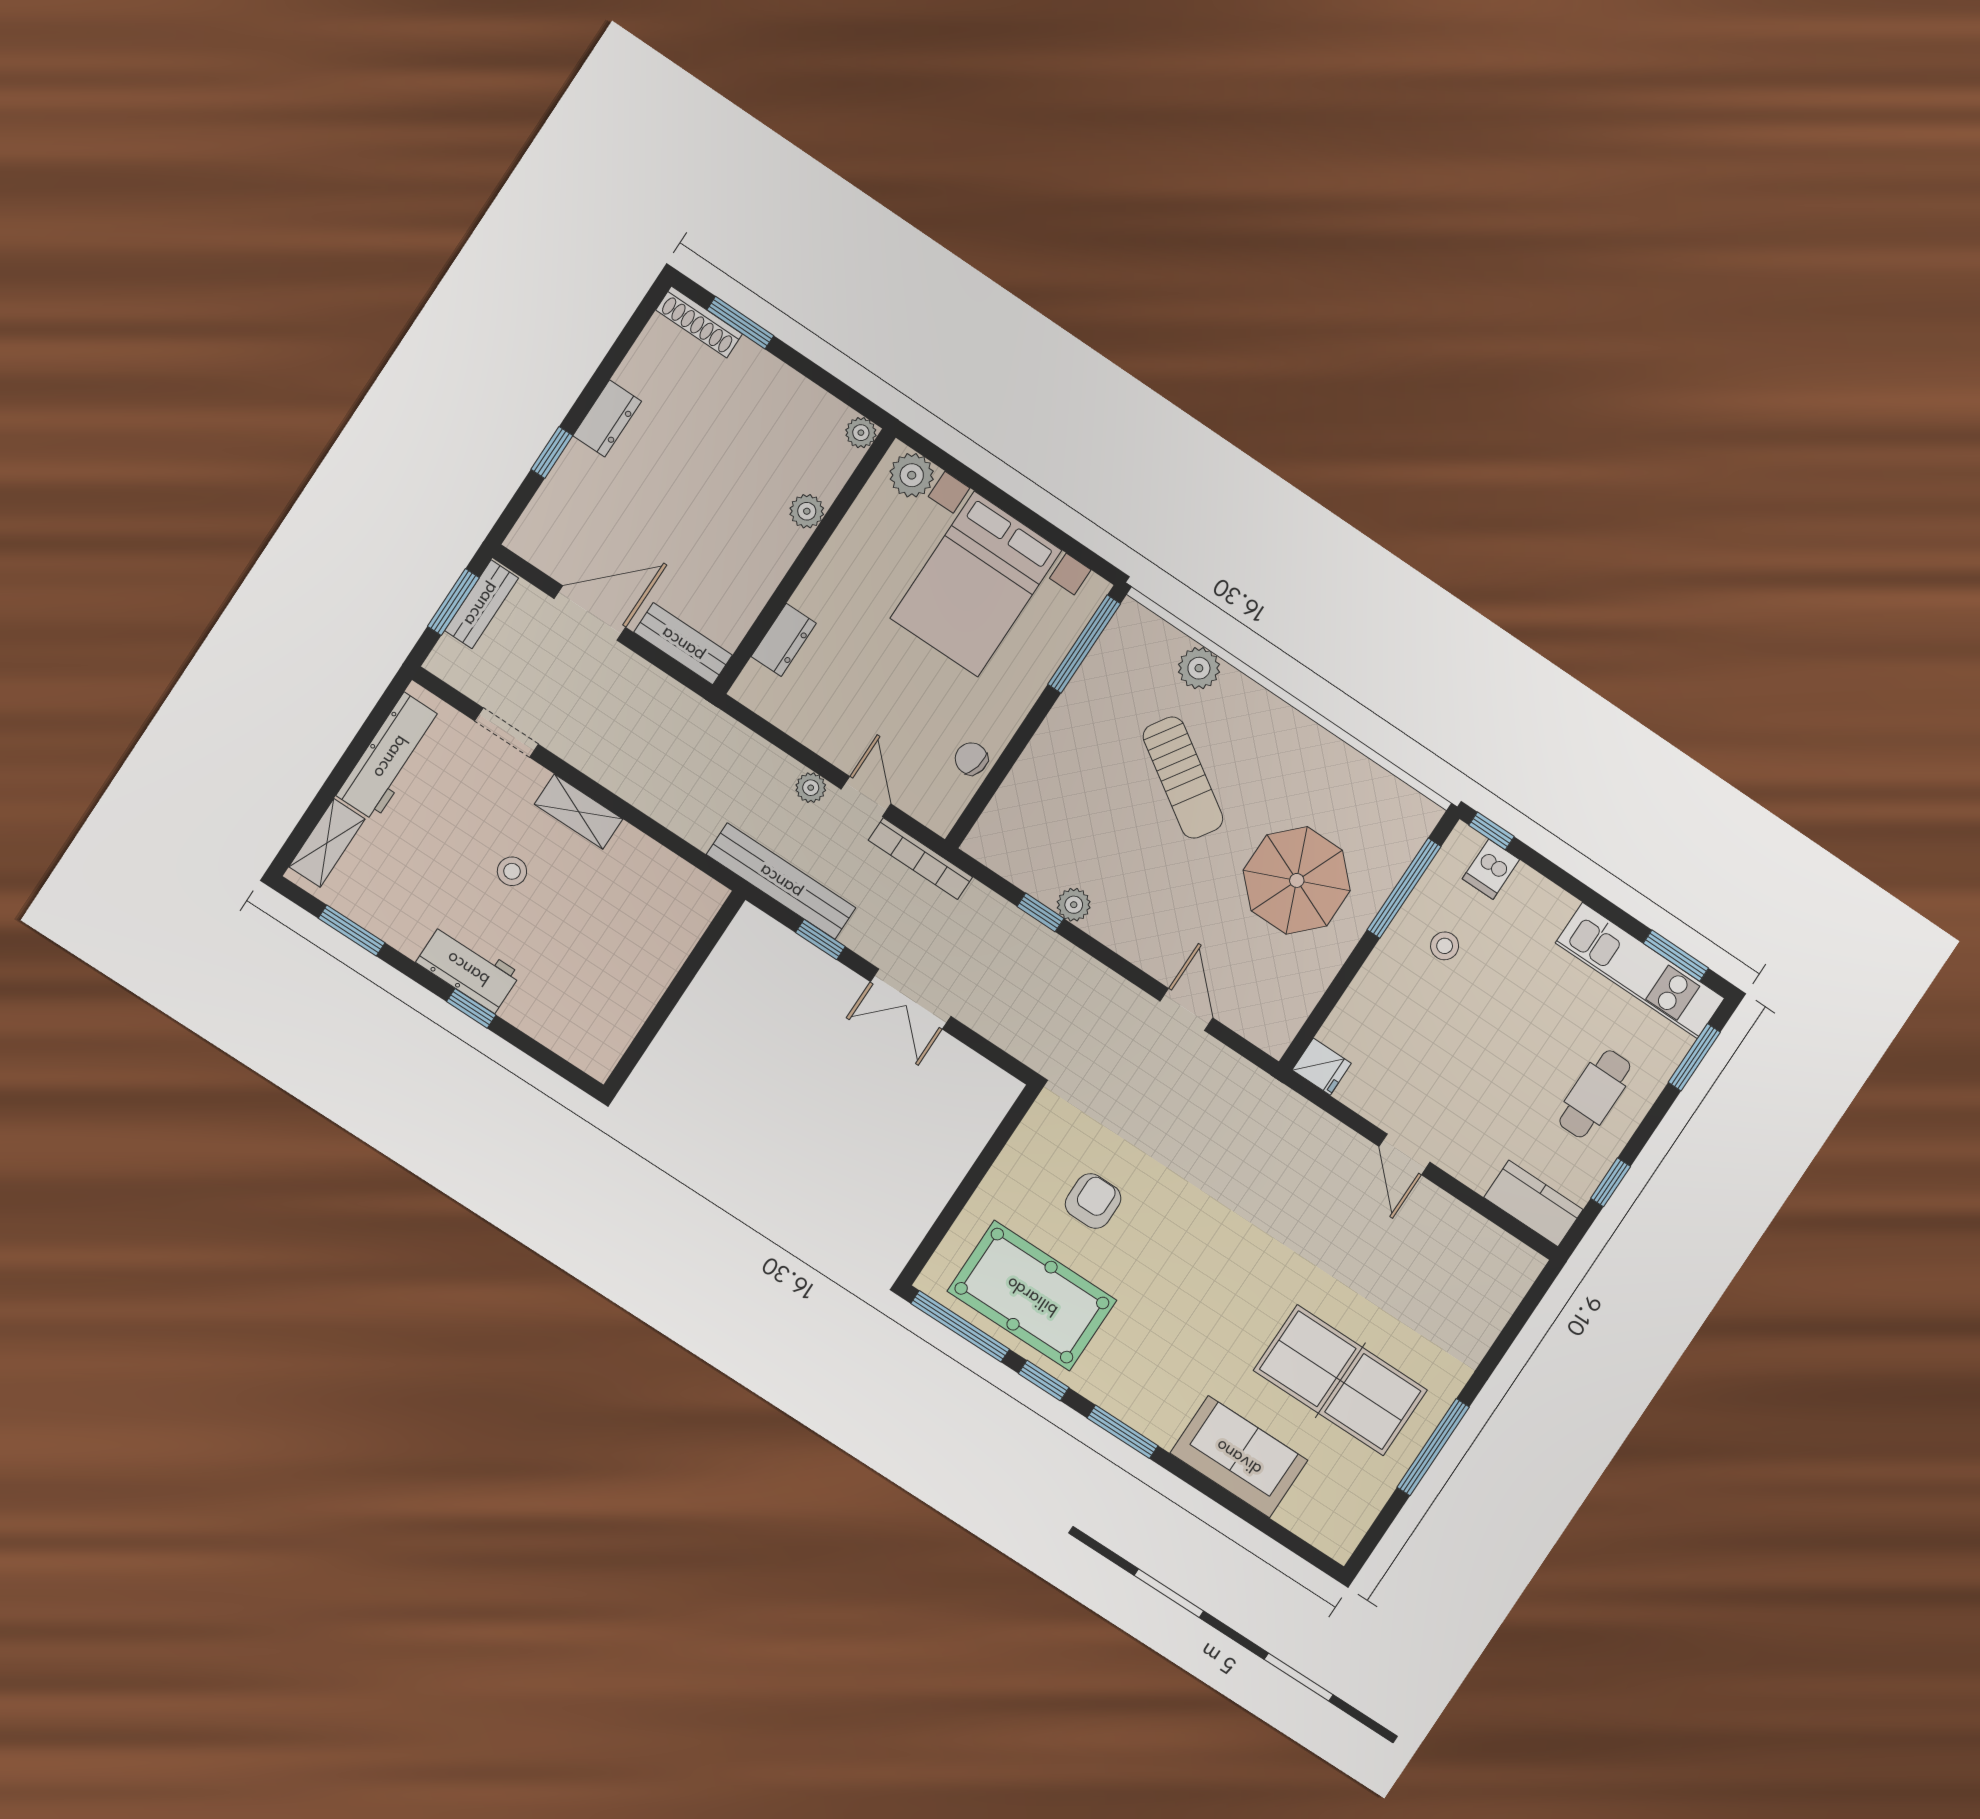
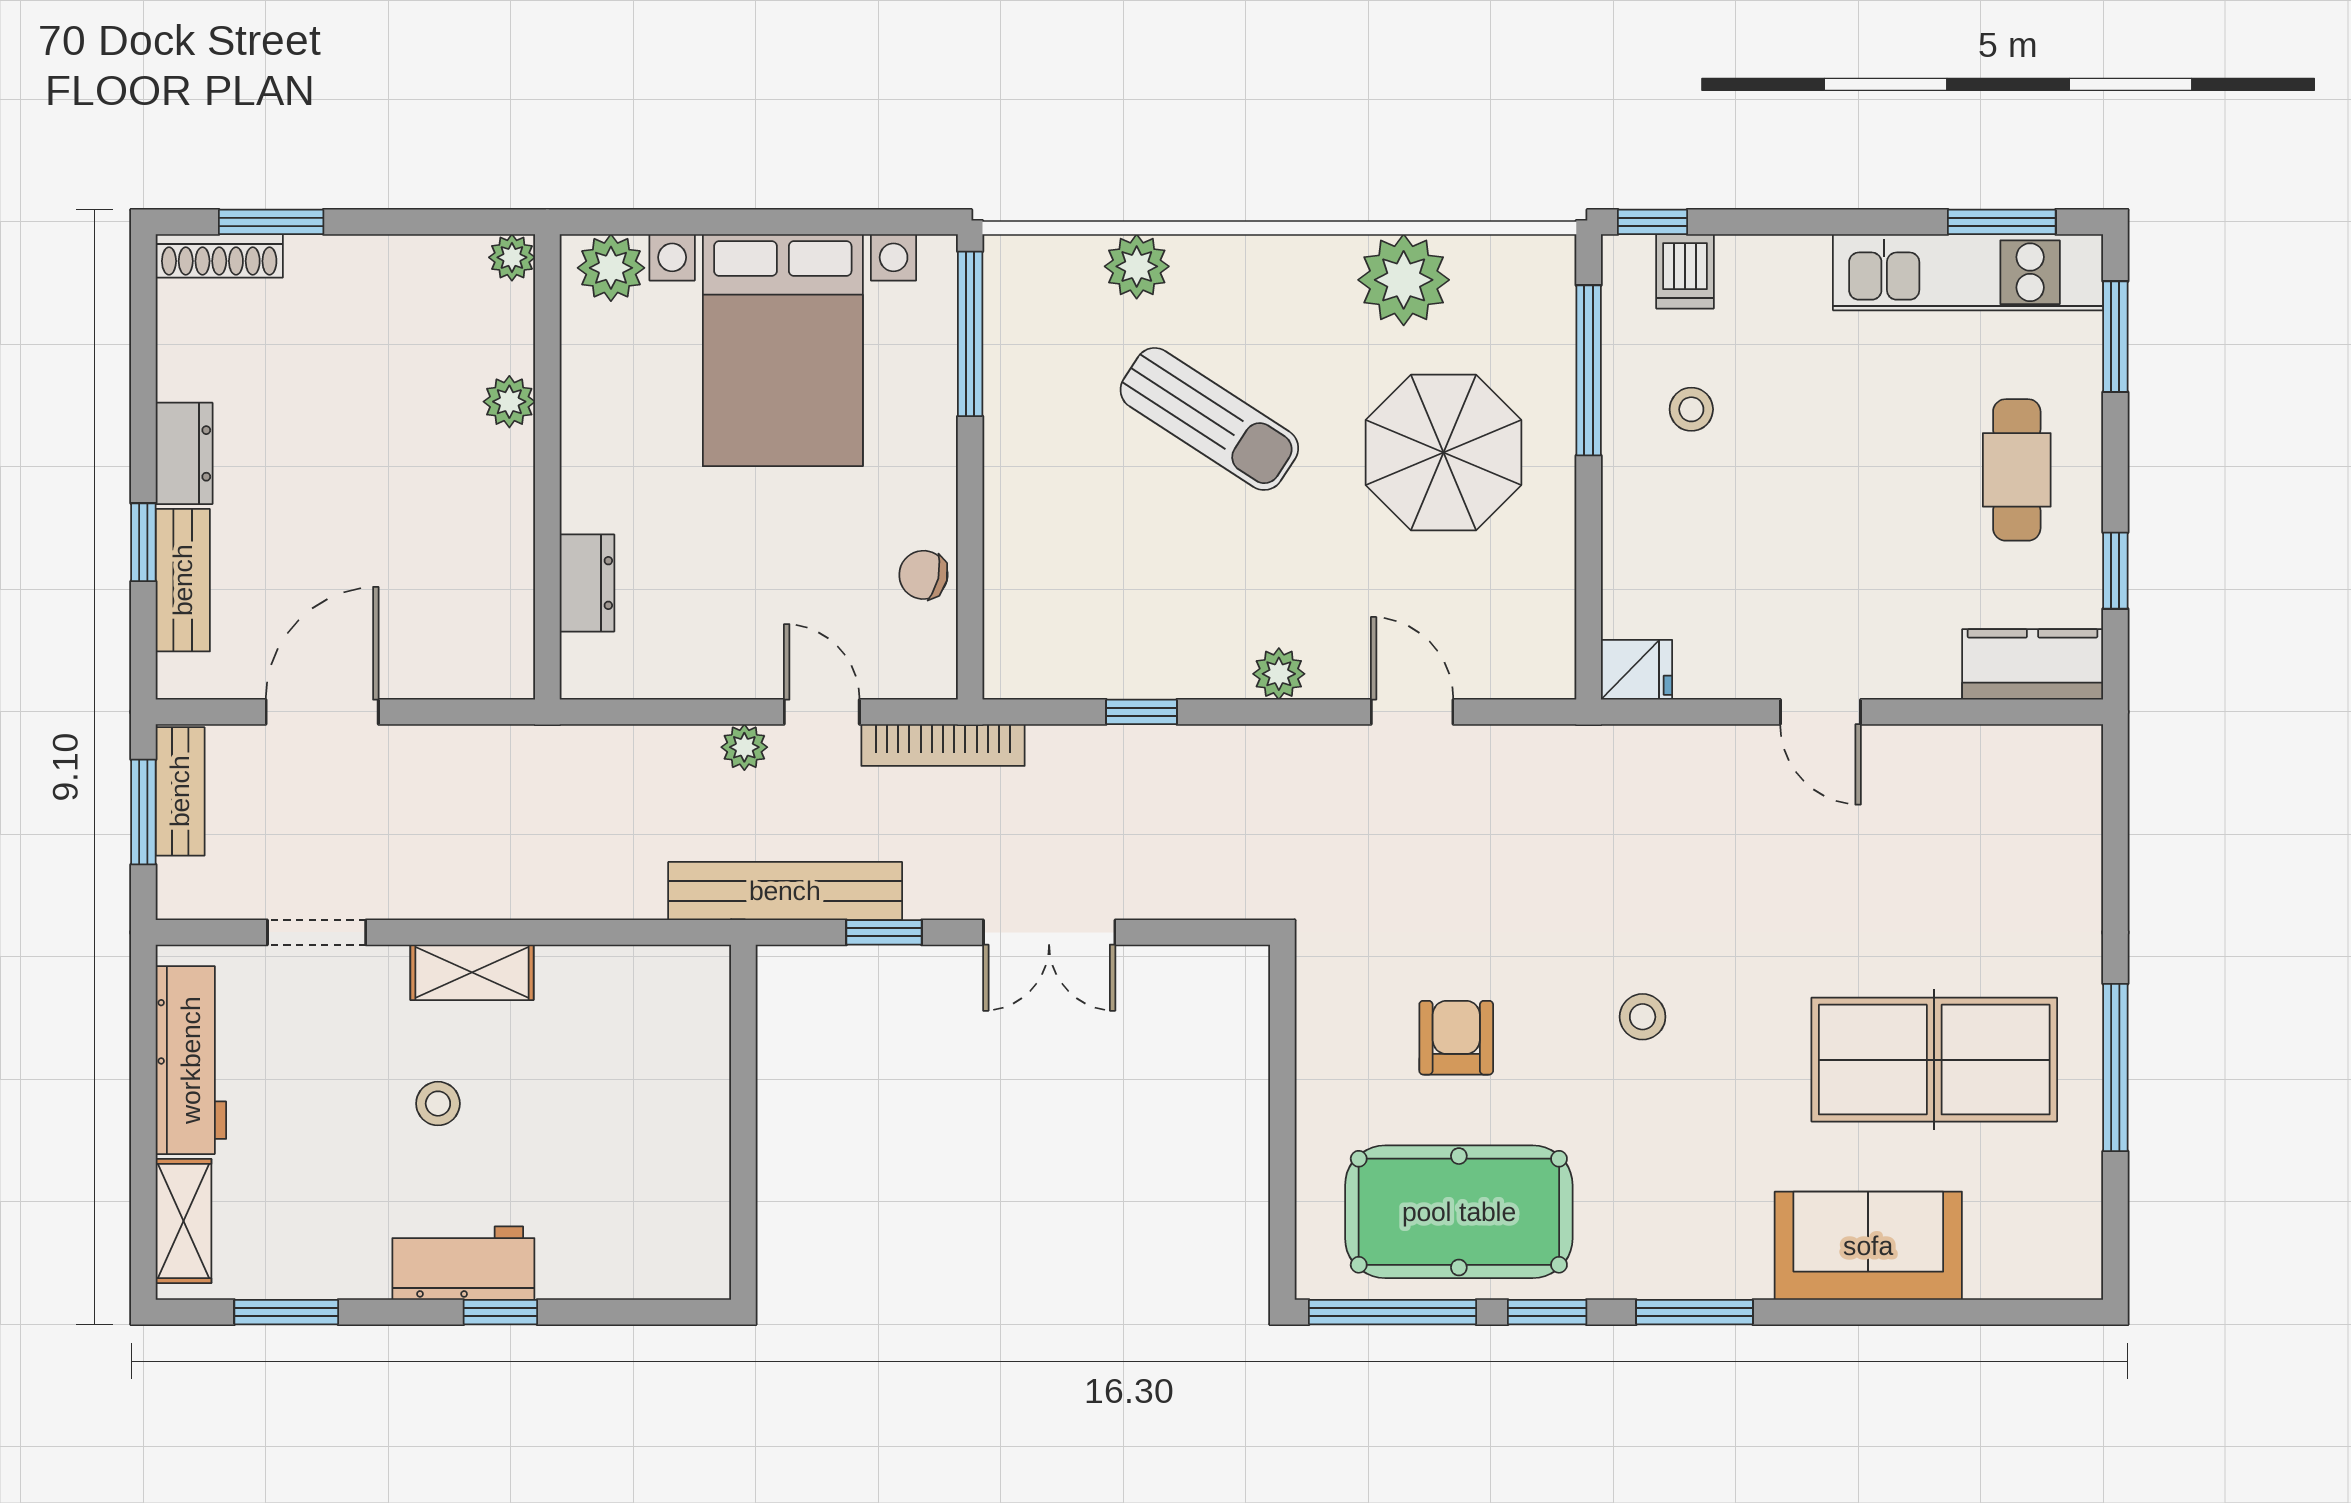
bench: (683, 644) -> (183, 580), moved, turned 90
plant: (1338, 772) -> (1404, 280), added
plant: (1074, 905) -> (1279, 674), moved
stool: (1200, 1255) -> (1643, 1017), added

